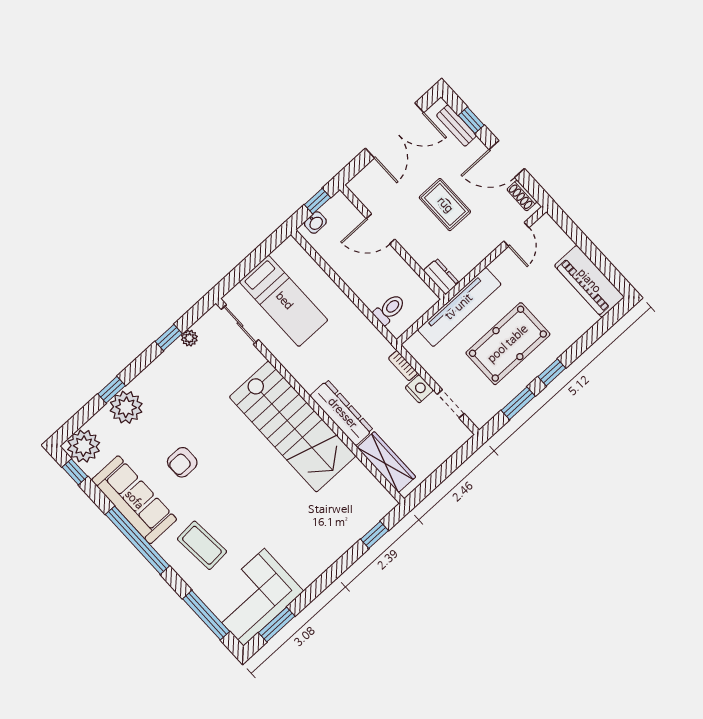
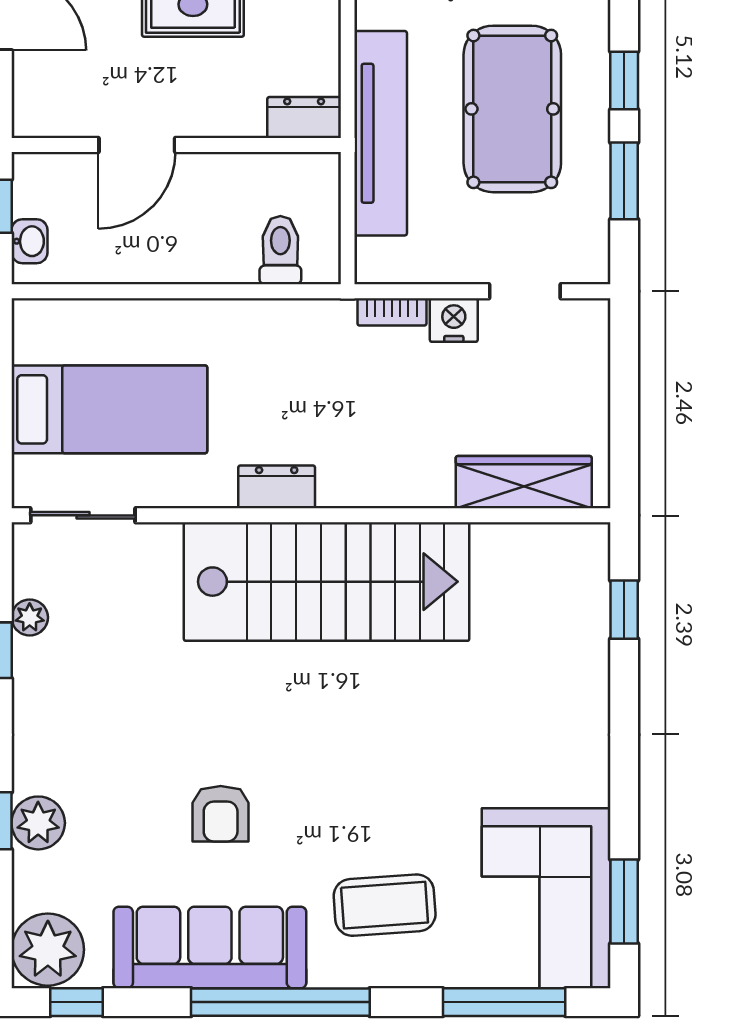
plant: (126, 407) -> (38, 823), width x0.73, depth x0.73
dresser: (342, 413) -> (277, 487), moved, width x0.51, depth x0.80

